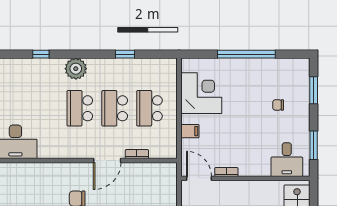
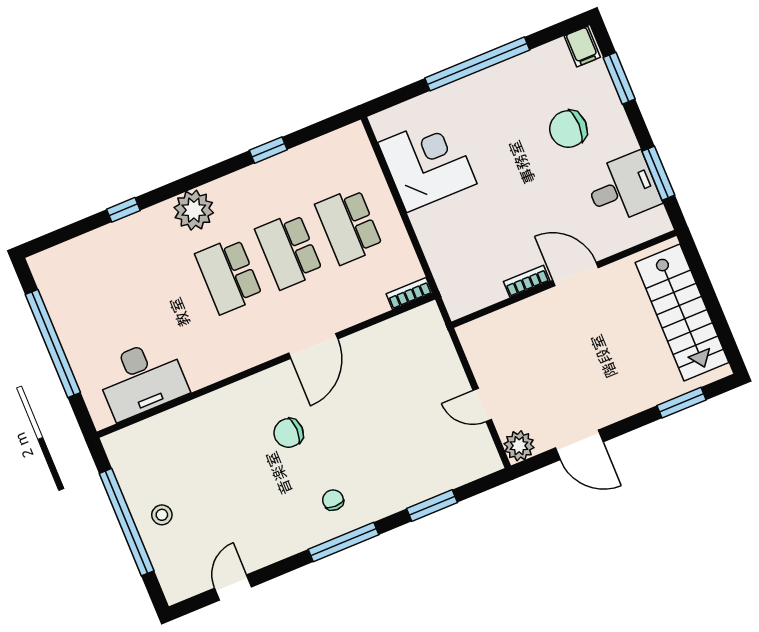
chair: (278, 105) -> (568, 129), width x1.87, depth x1.87
filing cabinet: (190, 131) -> (582, 47), moved, turned 90
bookcase: (137, 154) -> (409, 293), moved
desk: (287, 160) -> (623, 188), moved, turned -90
door: (199, 178) -> (576, 274), moved

